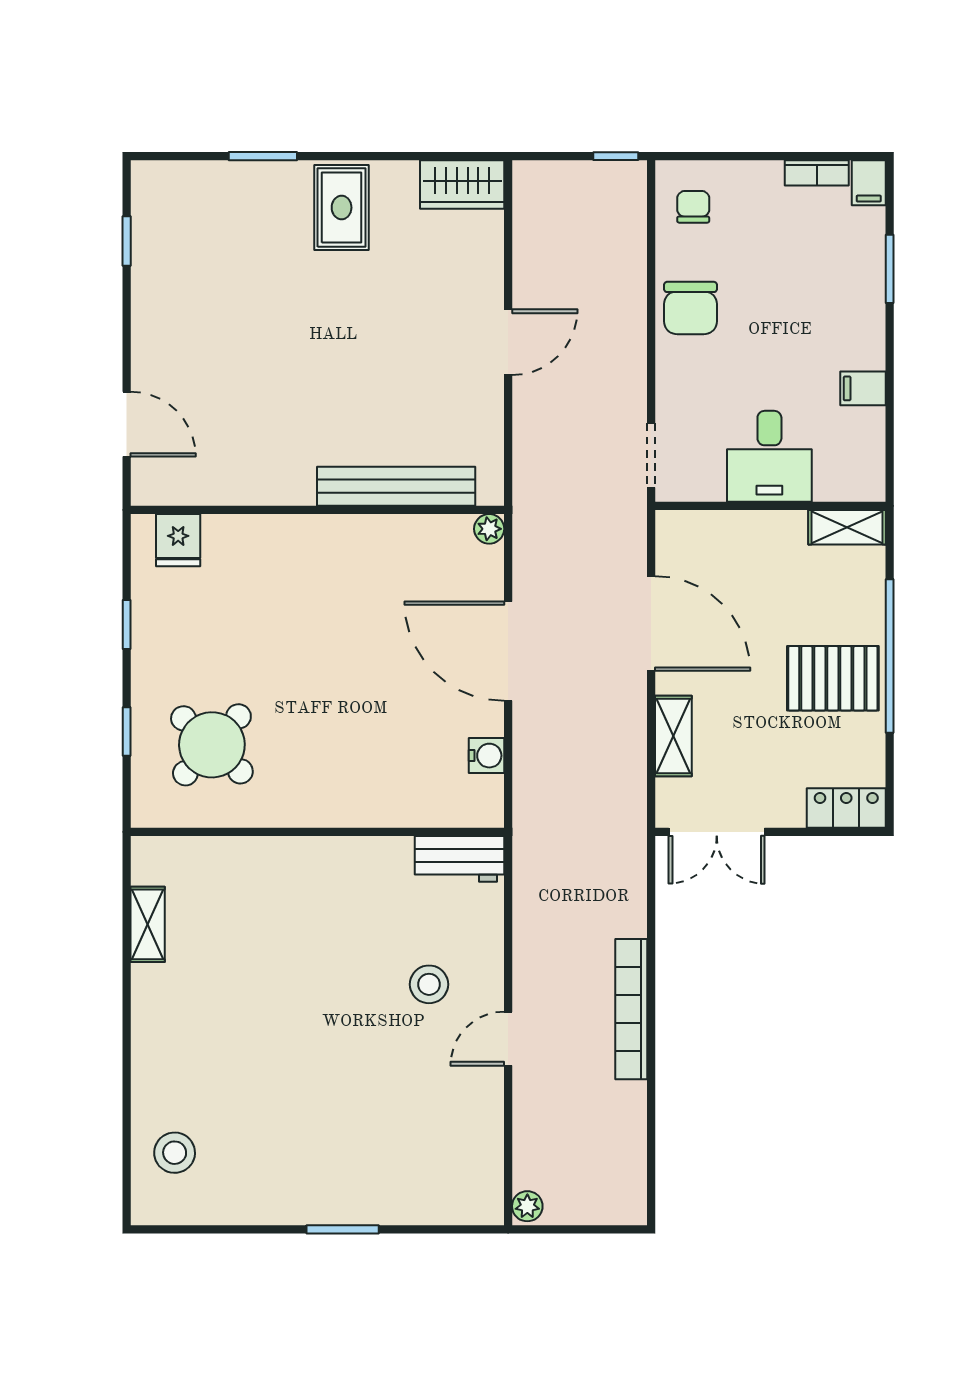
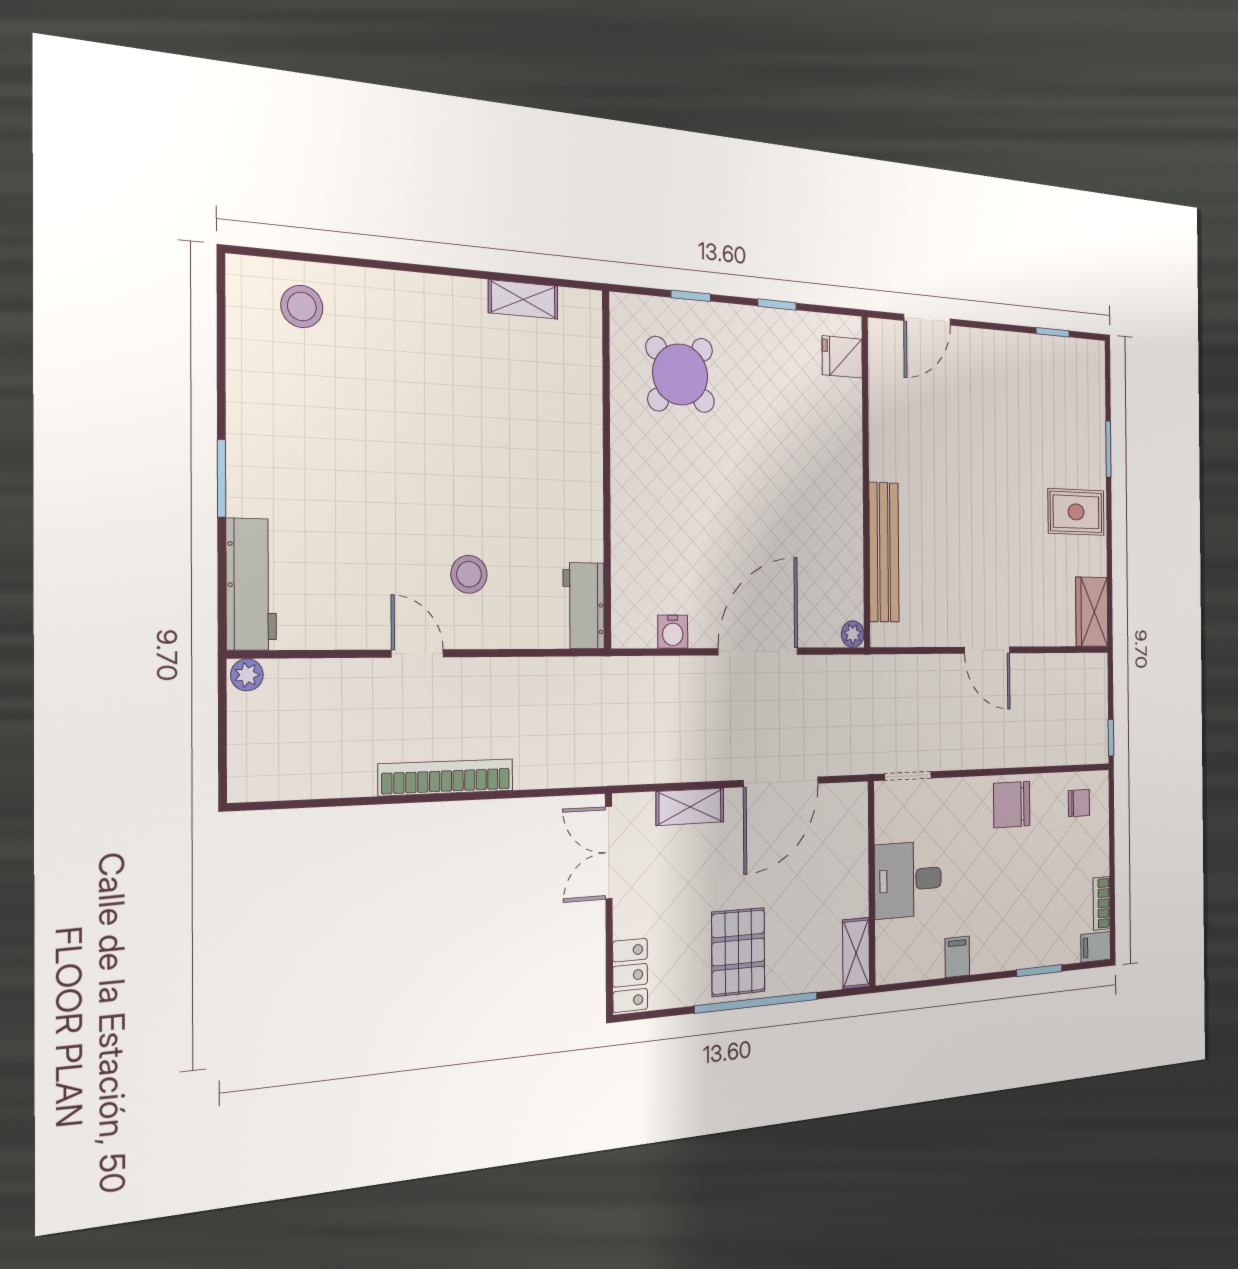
workbench: (442, 1202) -> (251, 584), added

